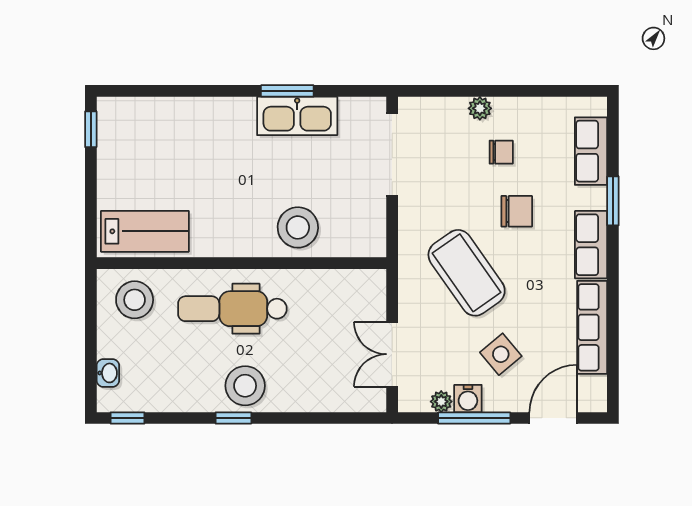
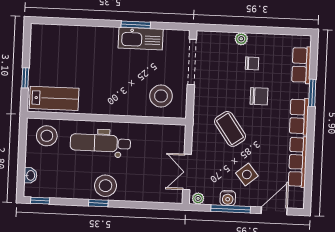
window: (91, 129) -> (25, 78), moved
stool: (298, 227) -> (161, 96), moved
coffee table: (467, 273) -> (230, 129), width x0.73, depth x0.76
plant: (441, 402) -> (198, 198), moved

